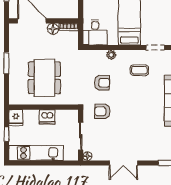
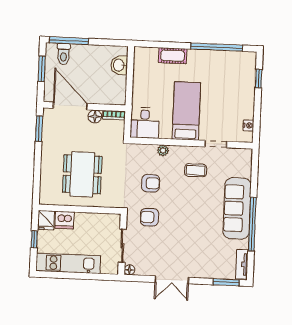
window: (7, 63) -> (39, 129), moved
dishwasher: (47, 117) -> (64, 220), moved

